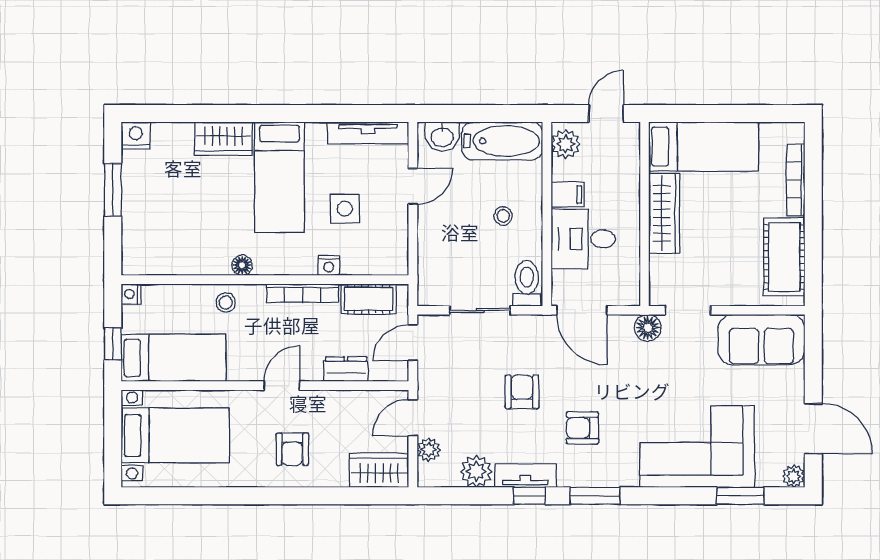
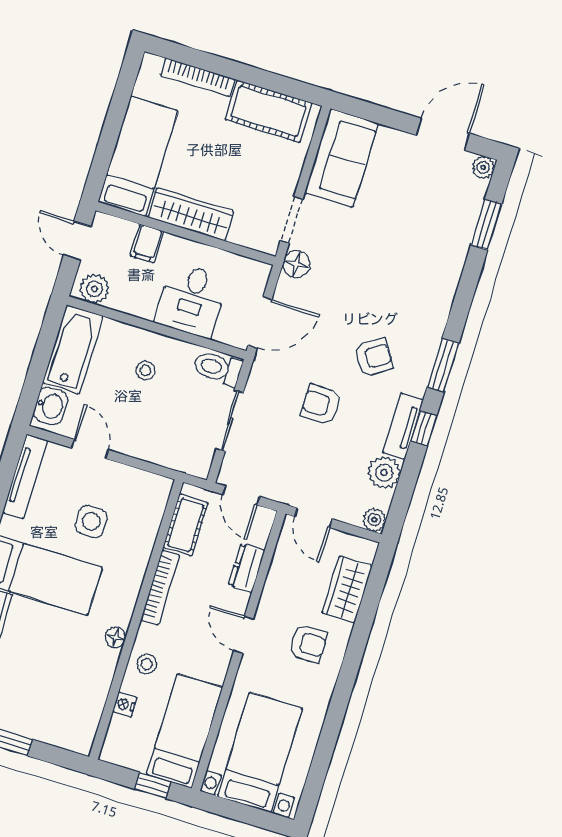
filing cabinet: (568, 194) -> (147, 244), moved, turned 180
nightstand: (329, 265) -> (141, 554), removed
nightstand: (131, 294) -> (125, 705), moved, turned 90
armchair: (582, 428) -> (374, 357), turned -122
corner sofa: (697, 447) -> (426, 252), removed
plant: (429, 450) -> (374, 520), moved
wardrobe: (379, 470) -> (347, 590), moved

